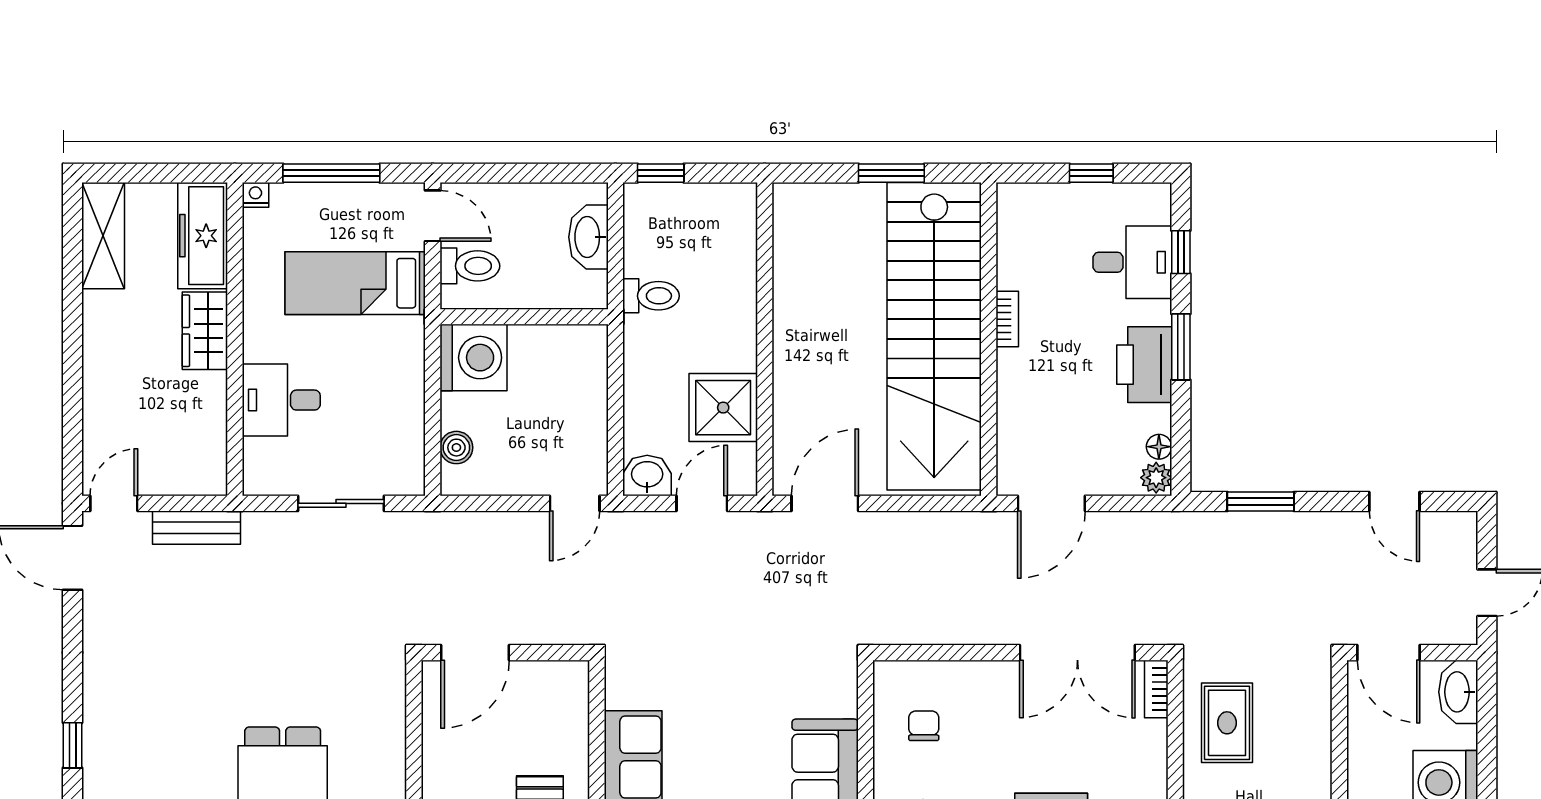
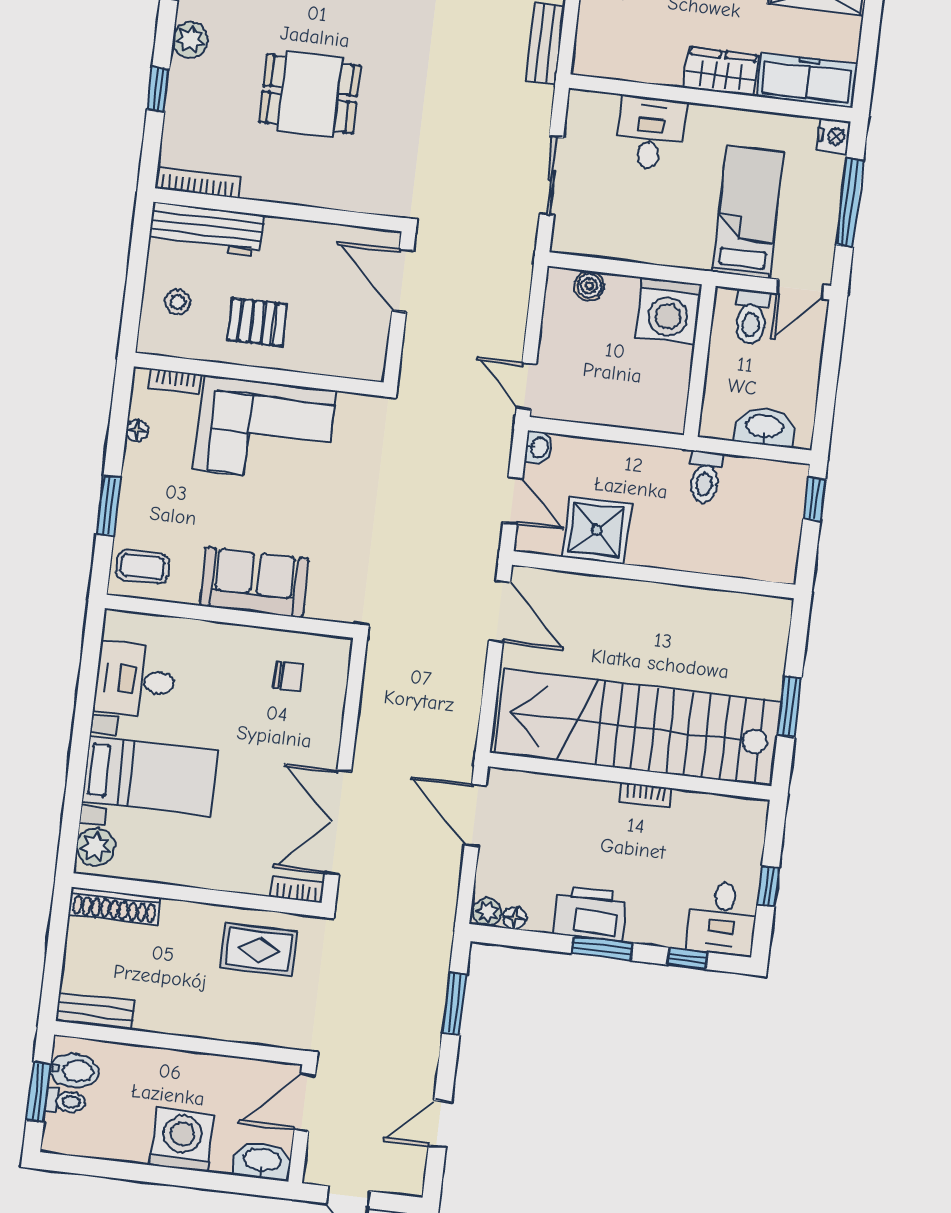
nightstand: (255, 195) -> (834, 136), width x1.39, depth x1.35
desk: (1132, 262) -> (723, 918), moved
washbasin: (647, 475) -> (539, 448), width x0.72, depth x0.69

